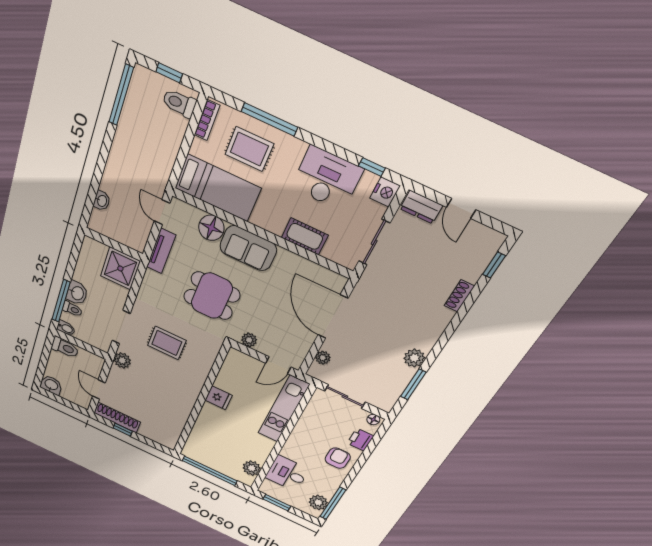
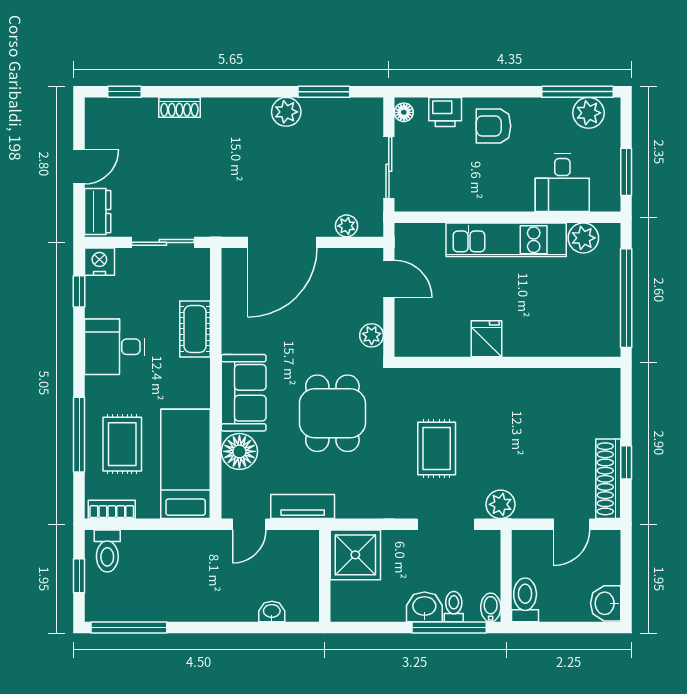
desk: (327, 178) -> (115, 347), width x0.73
kitchen unit: (283, 409) -> (506, 240), moved

